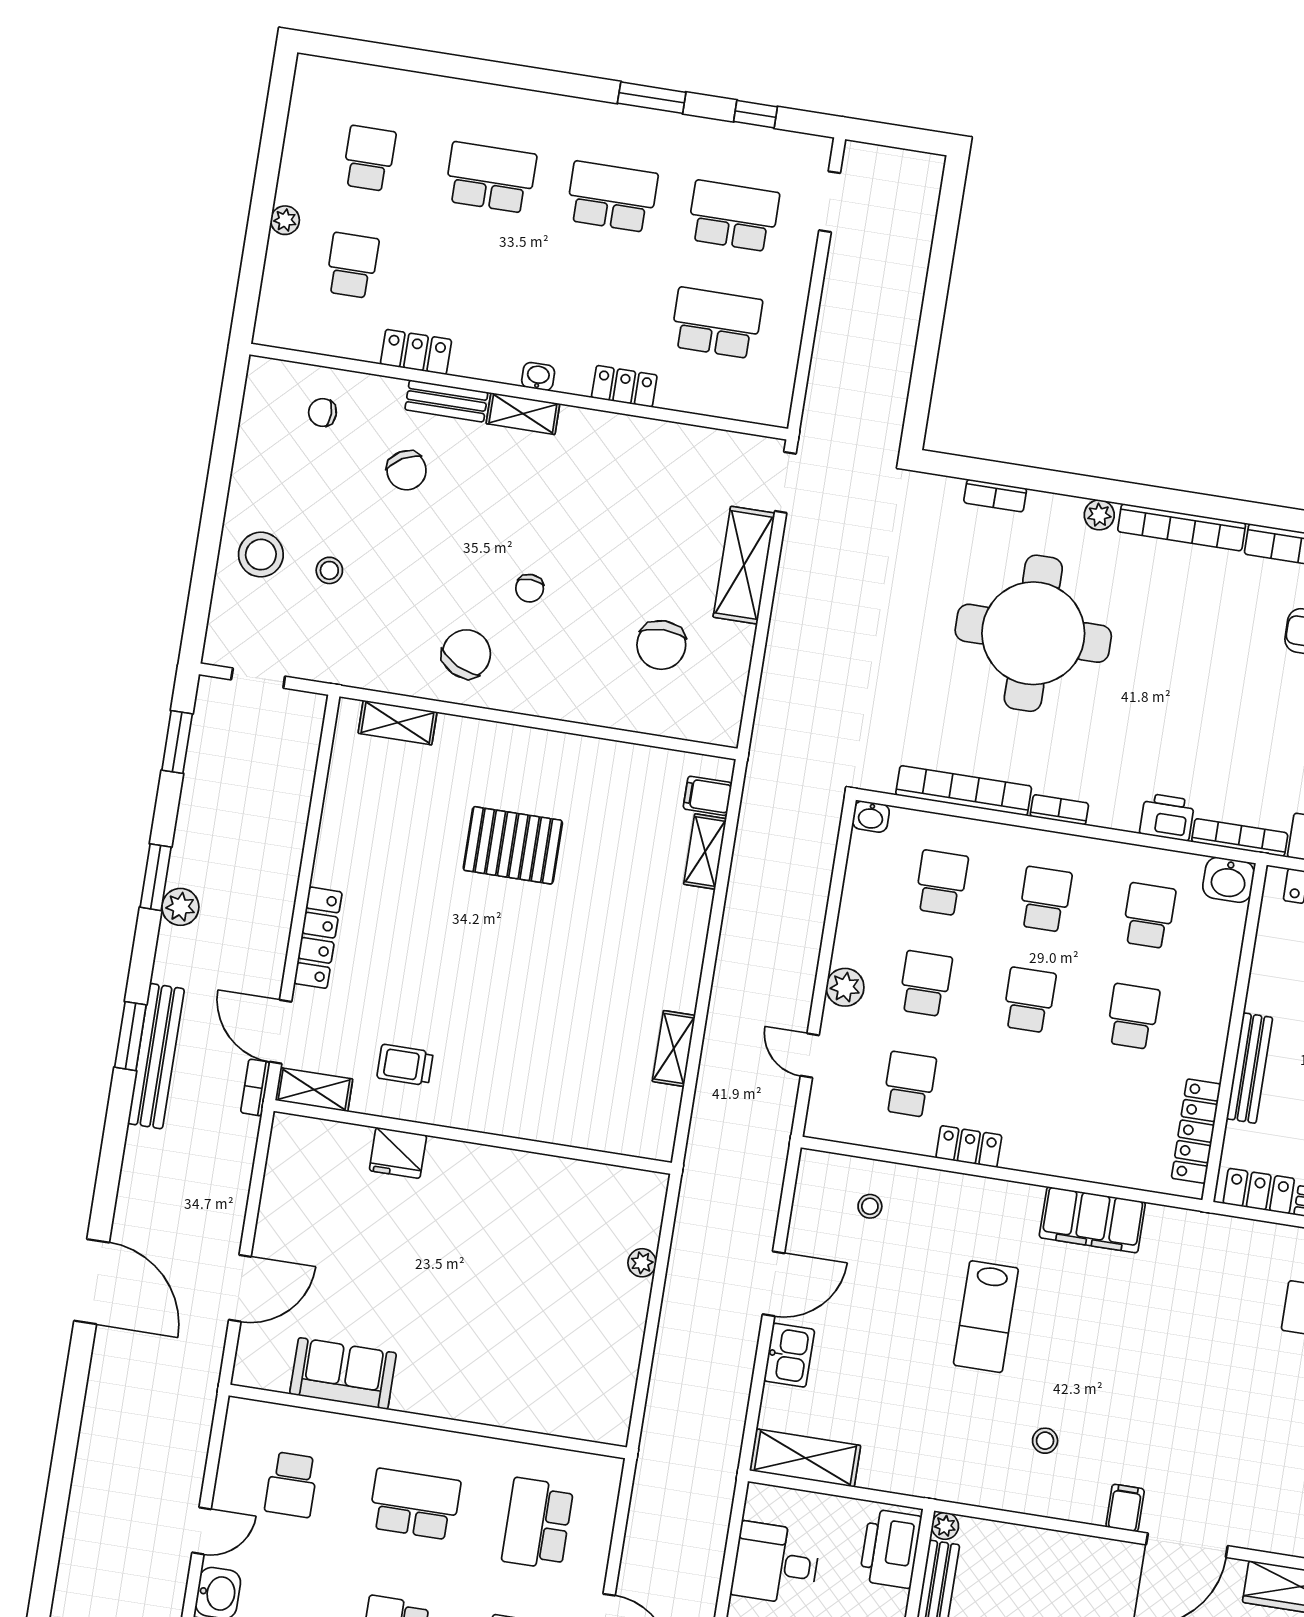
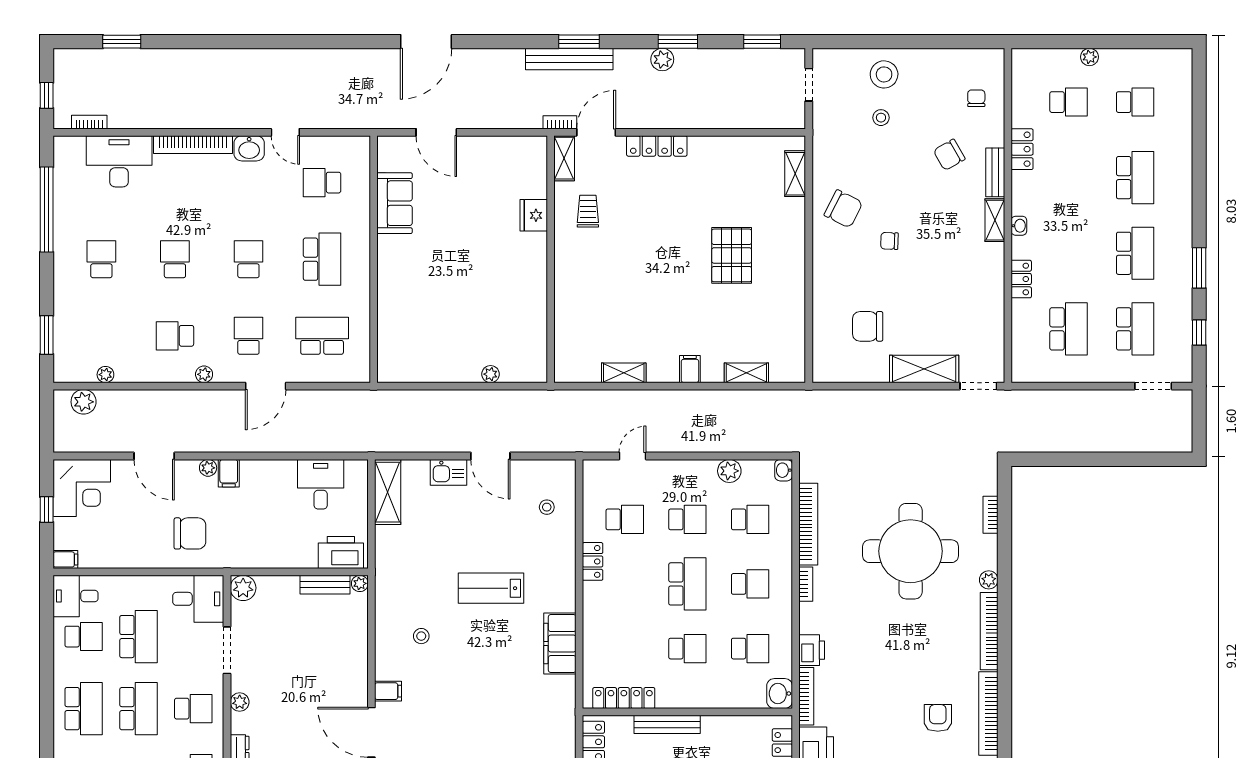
filing cabinet: (708, 796) -> (690, 369), moved
plant: (845, 987) -> (729, 471), moved
school desk: (1029, 1000) -> (687, 584), width x1.85

